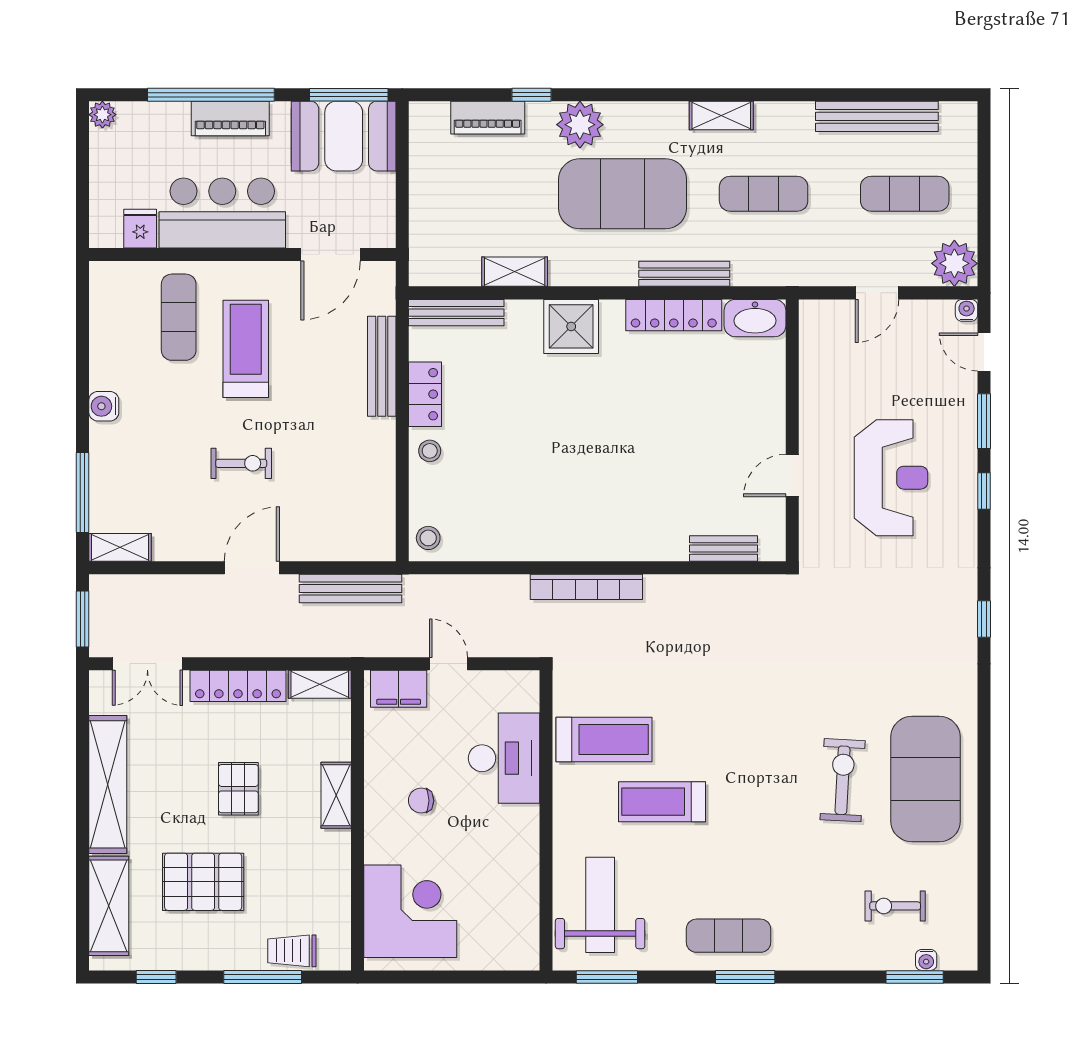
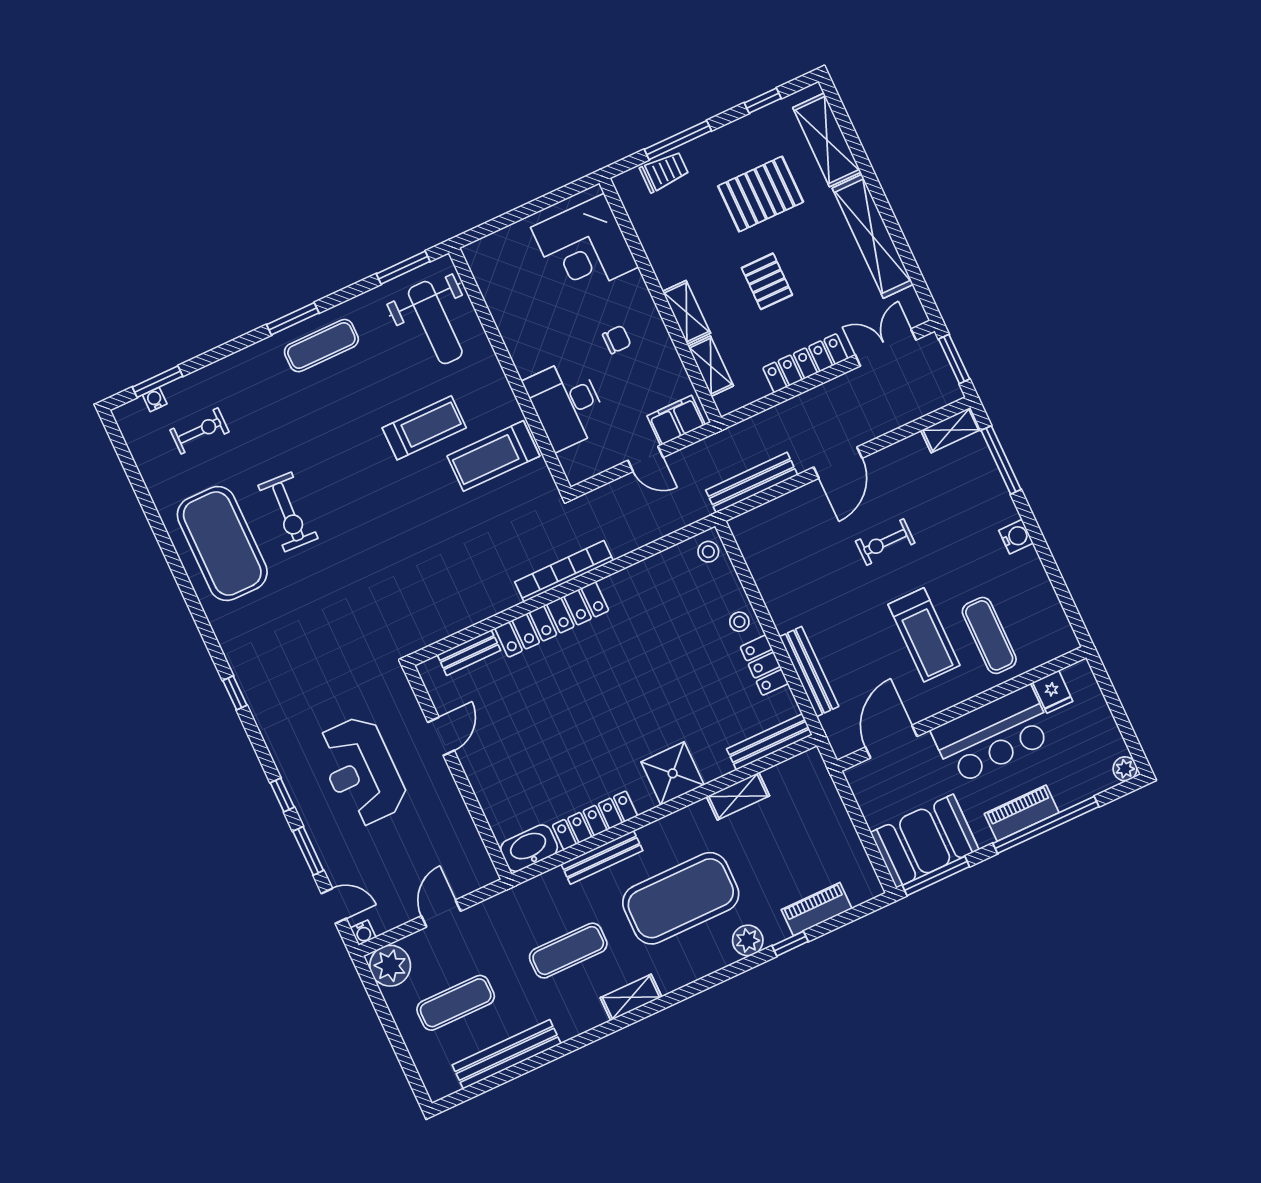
plant: (580, 125) -> (748, 940), width x0.73, depth x0.73
locker: (622, 543) -> (552, 619), added
shelving: (320, 684) -> (711, 366), moved, turned 90

